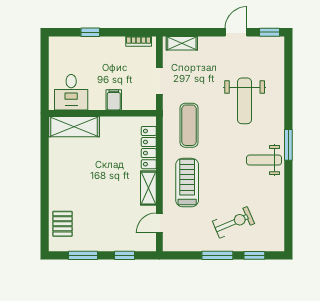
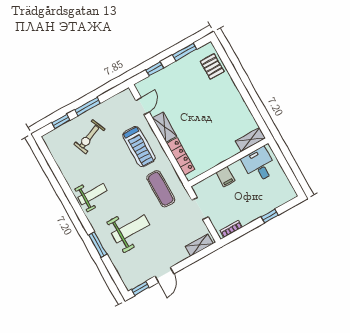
weight bench: (245, 101) -> (131, 229), turned 90
shelving: (74, 127) -> (250, 140), width x0.67, depth x0.75
window: (288, 145) -> (98, 245), moved

